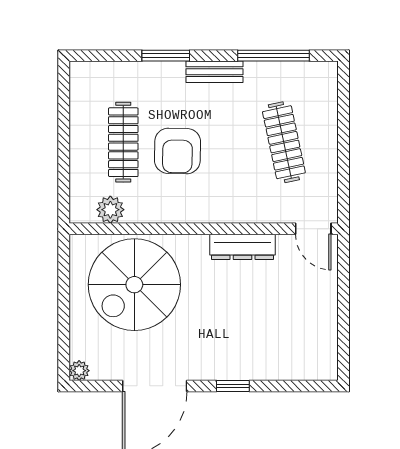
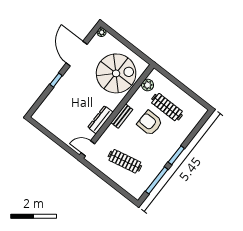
window: (166, 56) -> (176, 155), moved
bench: (214, 72) -> (122, 116), moved
spiral stairs: (134, 285) -> (116, 73), turned 90

